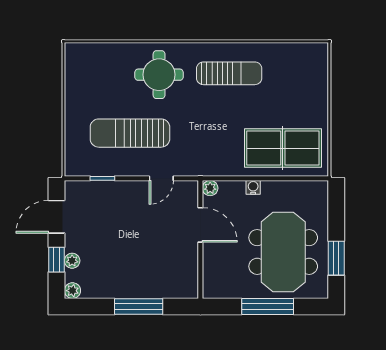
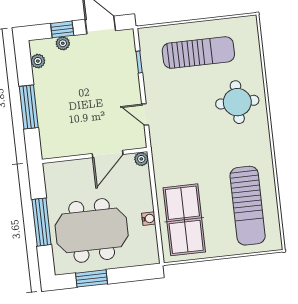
sun lounger: (229, 73) -> (248, 206), moved, width x1.36, depth x1.34
sun lounger: (130, 133) -> (198, 53), moved, turned 90
water cooler: (253, 187) -> (149, 219), moved
plant: (72, 291) -> (38, 61), moved

